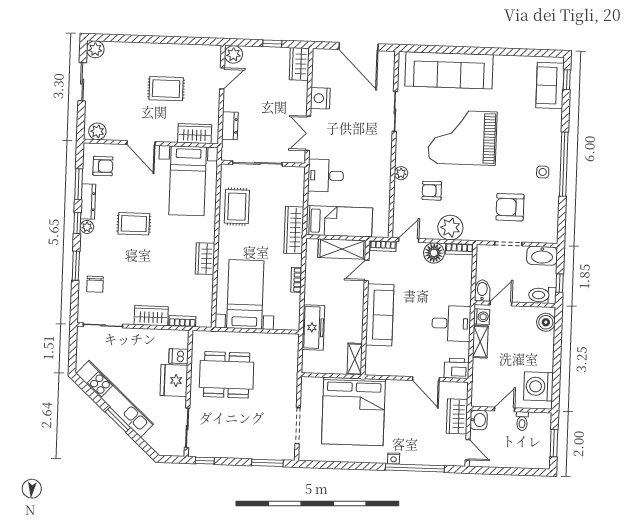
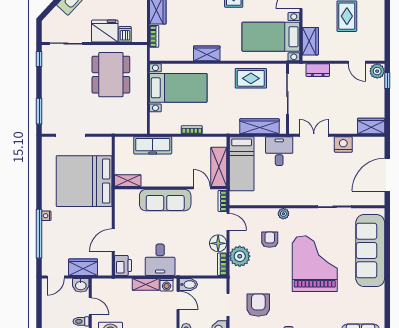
window: (272, 44) -> (387, 81), moved
wardrobe: (294, 230) -> (259, 126), moved

